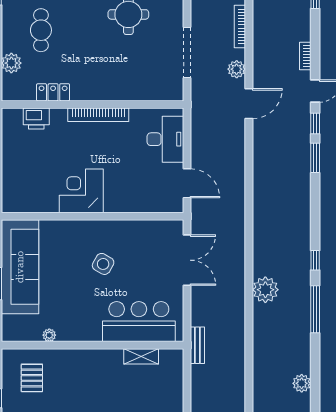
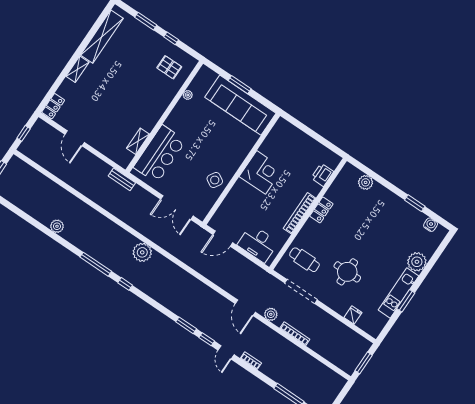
cafe table: (41, 30) -> (304, 260), moved
locker: (53, 92) -> (321, 210), moved
side table: (103, 264) -> (215, 180), moved
plant: (265, 290) -> (142, 252), moved

